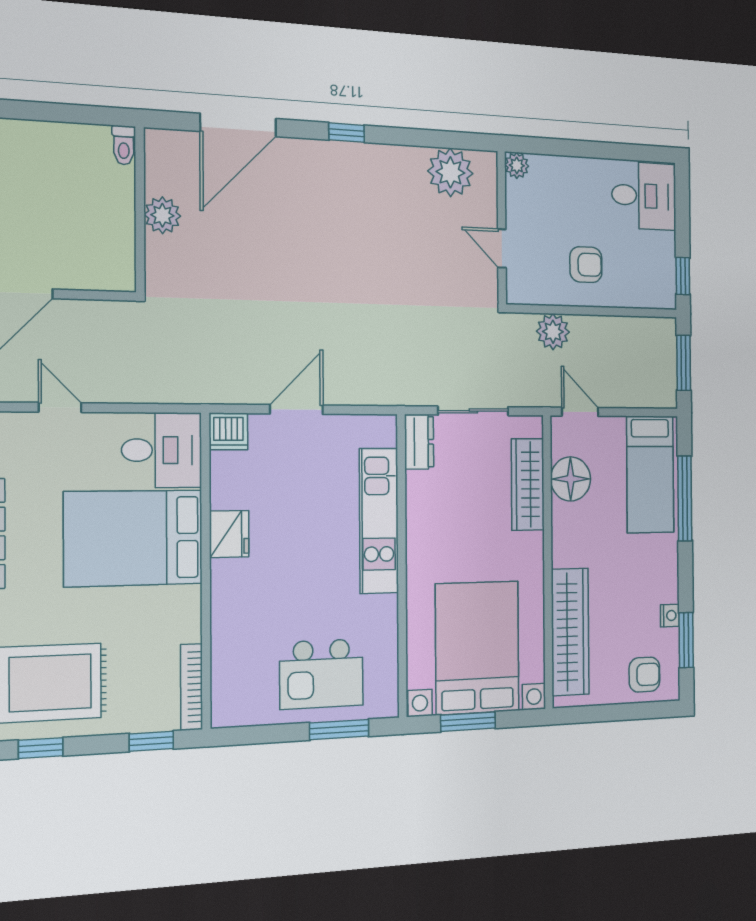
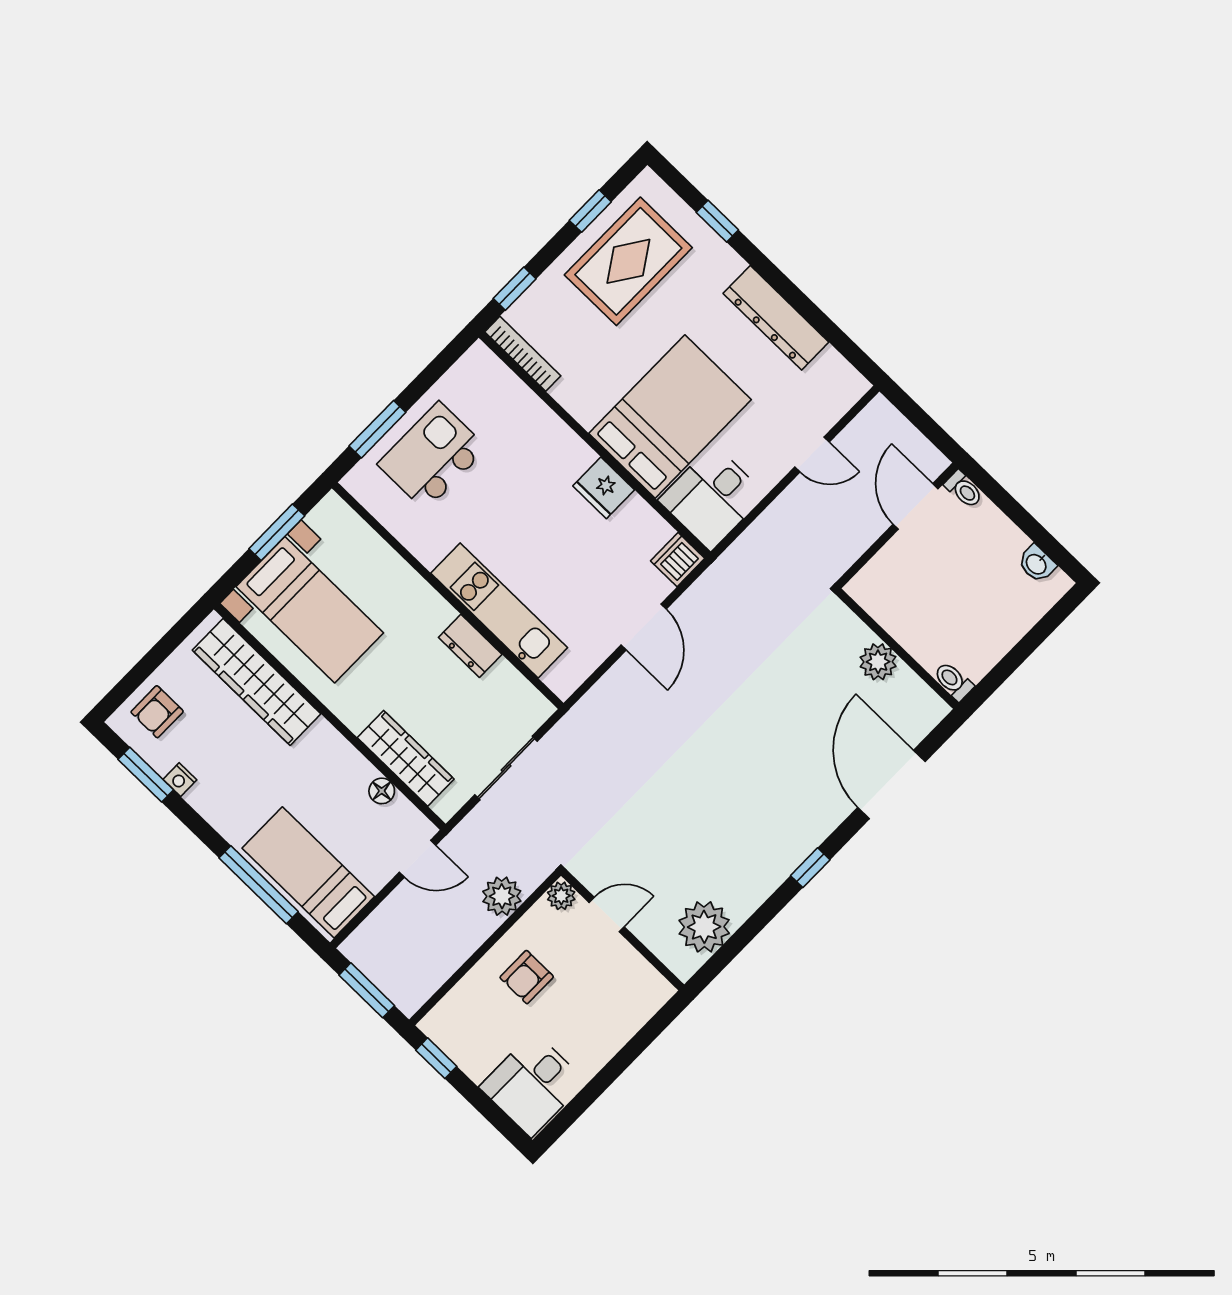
plant: (517, 165) -> (561, 896), moved
dresser: (419, 442) -> (470, 646), moved
floor lamp: (571, 479) -> (382, 791), width x0.53, depth x0.53
bed with nightstands: (477, 648) -> (310, 610), width x0.73

